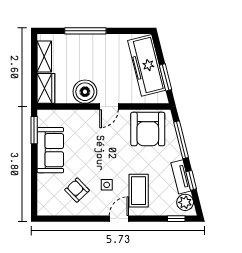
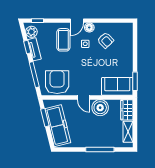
door: (109, 107) -> (84, 98), swing flipped
sofa: (50, 150) -> (117, 86), moved, turned 90
floor lamp: (101, 209) -> (89, 27), added

